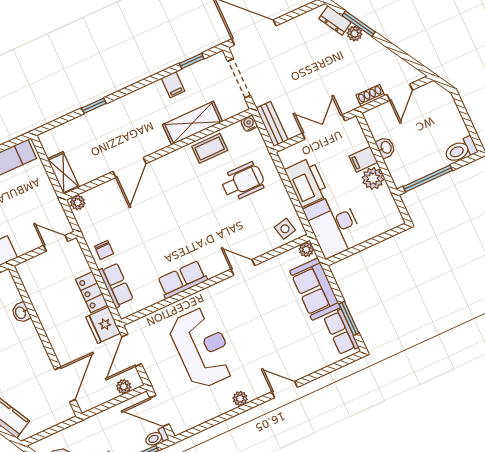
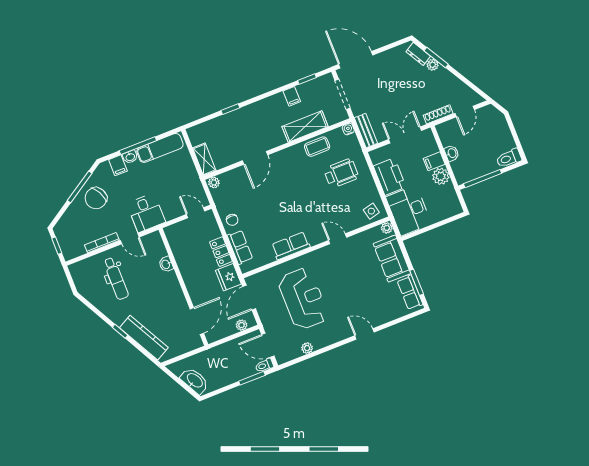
shoe rack: (370, 95) -> (438, 114), width x1.43
plant: (240, 399) -> (307, 348), moved

